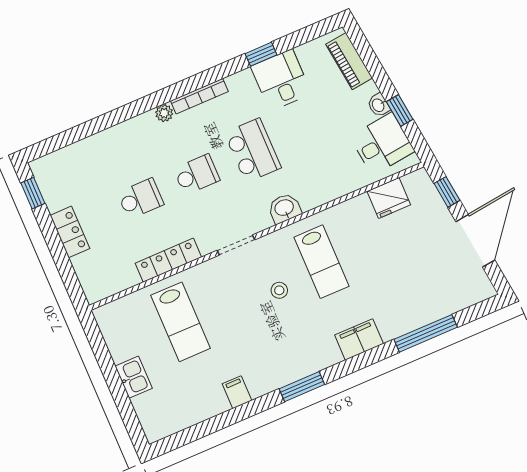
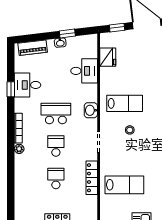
desk: (382, 144) -> (84, 71), moved, turned 97

